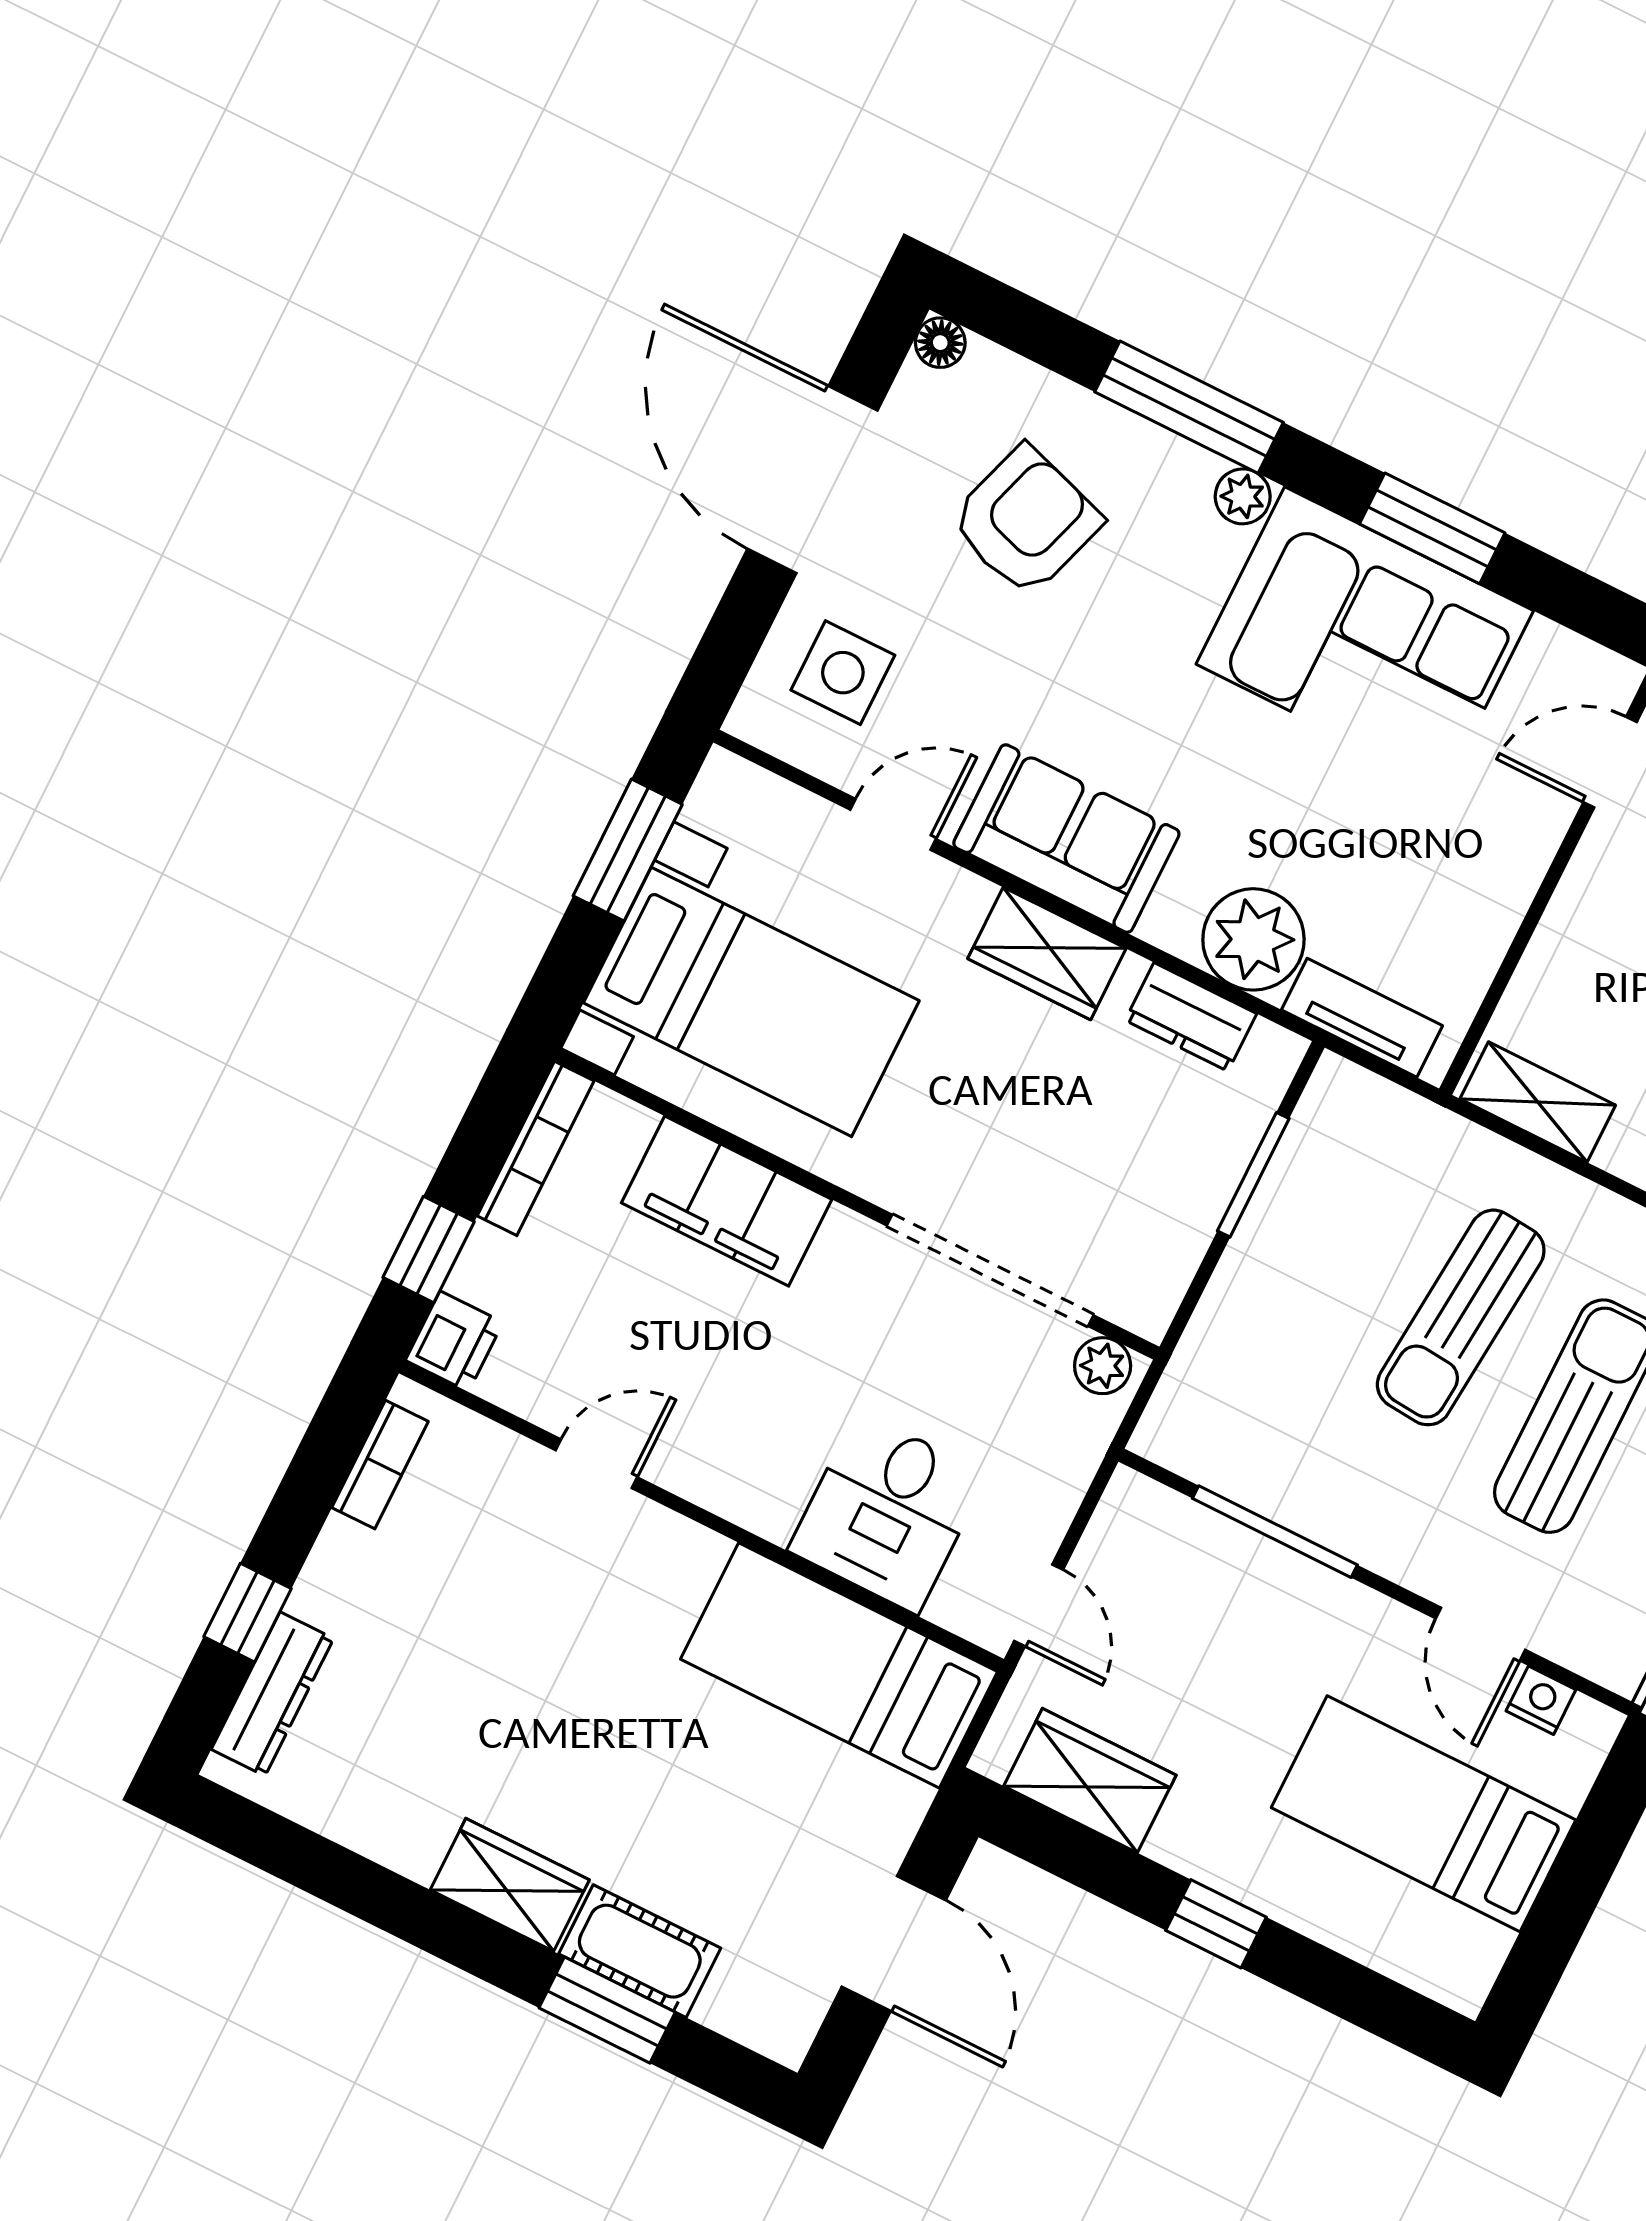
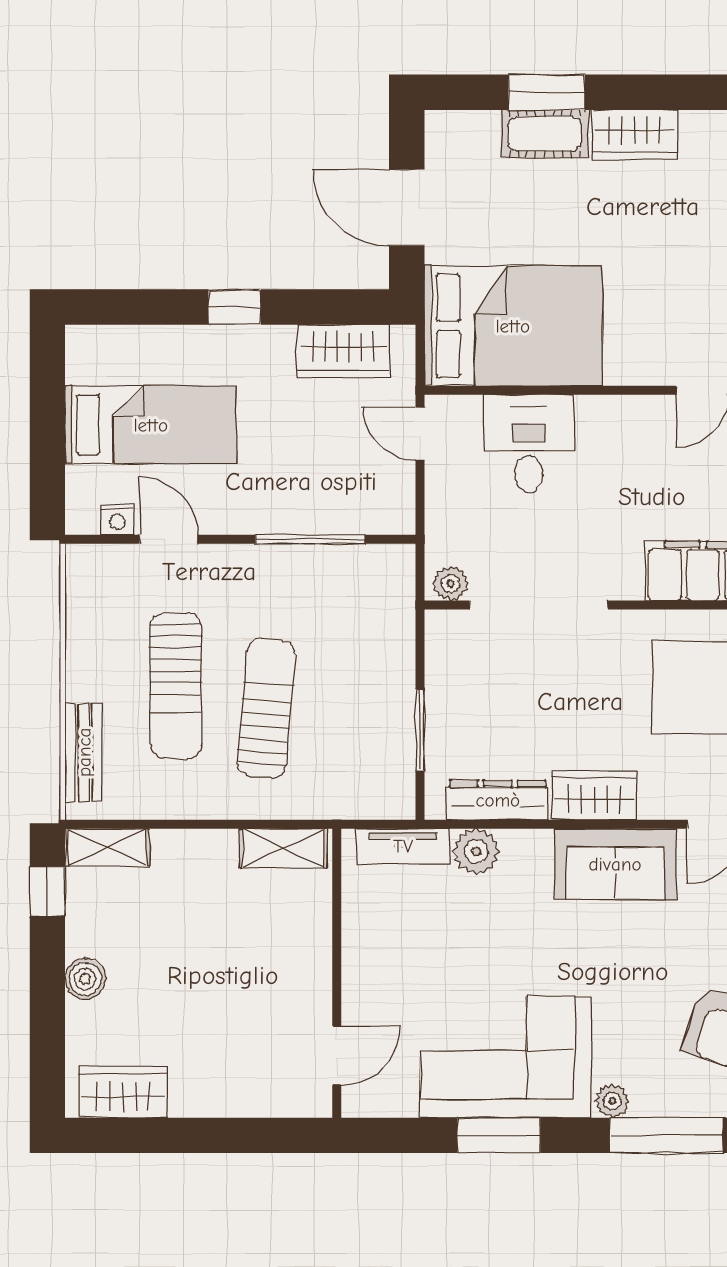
plant: (1253, 939) -> (476, 851), width x0.73, depth x0.73
dresser: (1191, 1017) -> (498, 800), width x1.44
bed: (839, 1665) -> (513, 326), width x1.50

